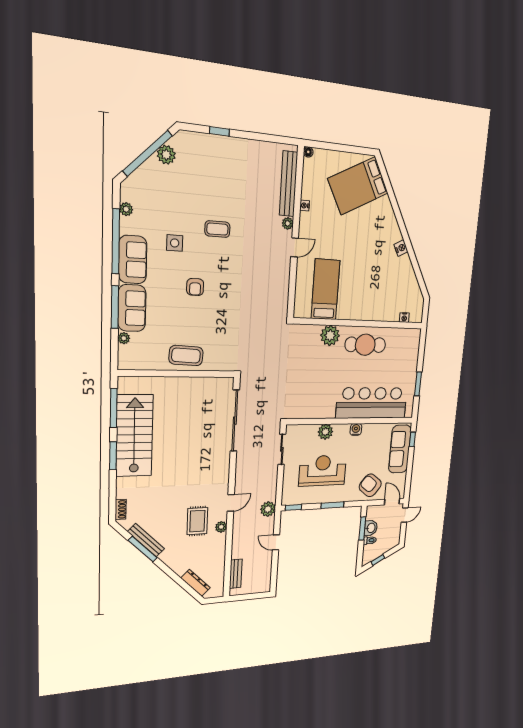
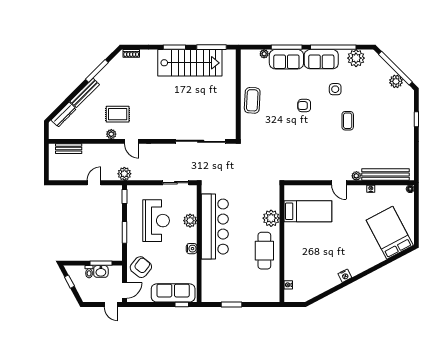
plant: (126, 209) -> (356, 58), width x1.87, depth x1.87
bar counter: (372, 403) -> (215, 227), moved
bench: (146, 540) -> (85, 93), moved

